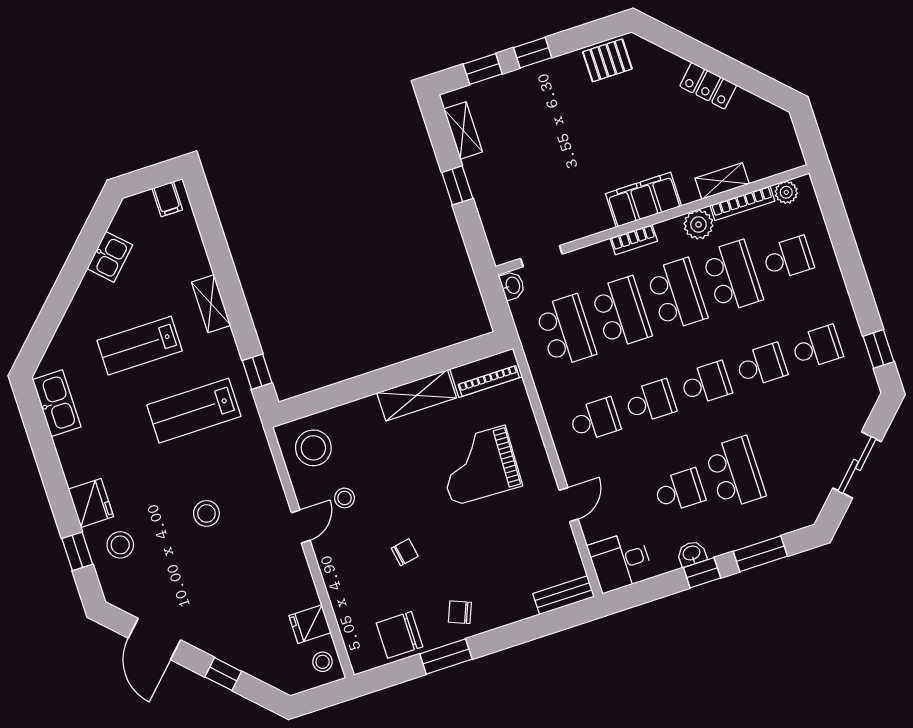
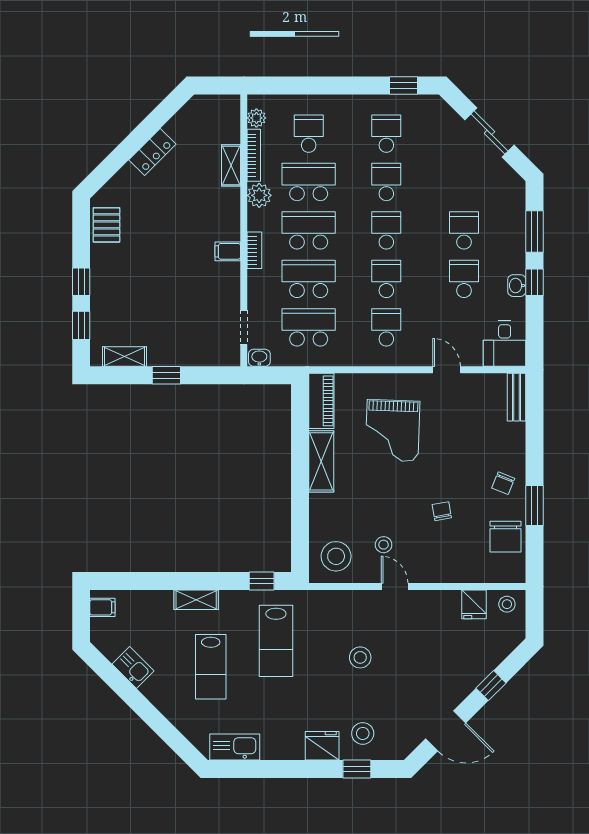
filing cabinet: (643, 200) -> (228, 251), width x0.33, depth x0.86
school desk: (735, 472) -> (464, 230), width x0.54

